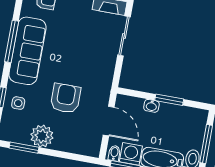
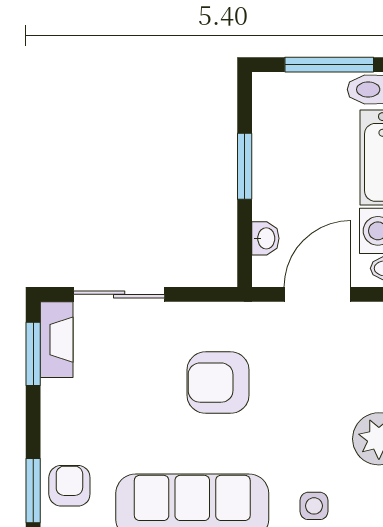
armchair: (66, 98) -> (218, 383), moved
washbasin: (151, 106) -> (265, 238), moved

